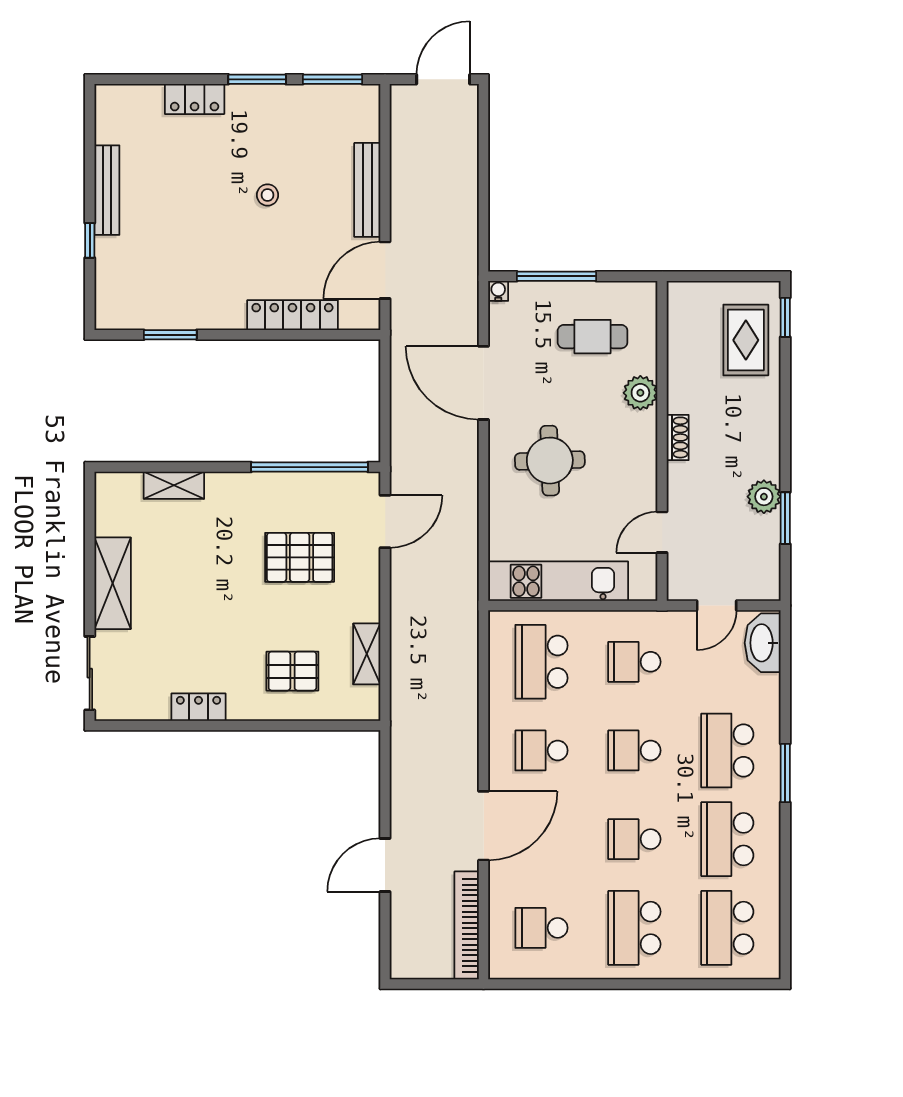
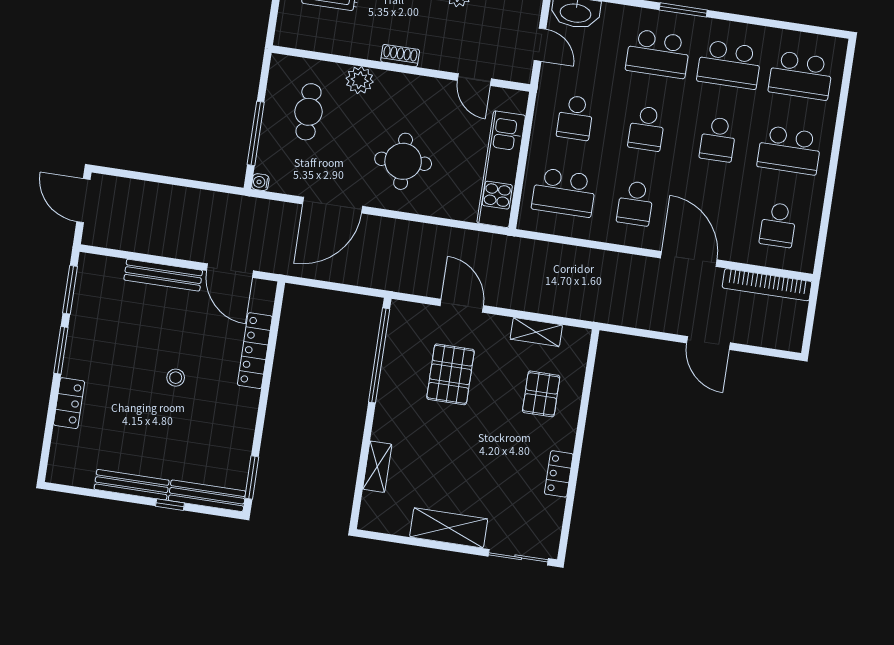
stool: (267, 195) -> (176, 378), moved
bench: (107, 284) -> (207, 496), added
window: (170, 335) -> (252, 478), moved
door: (385, 521) -> (462, 306), moved

